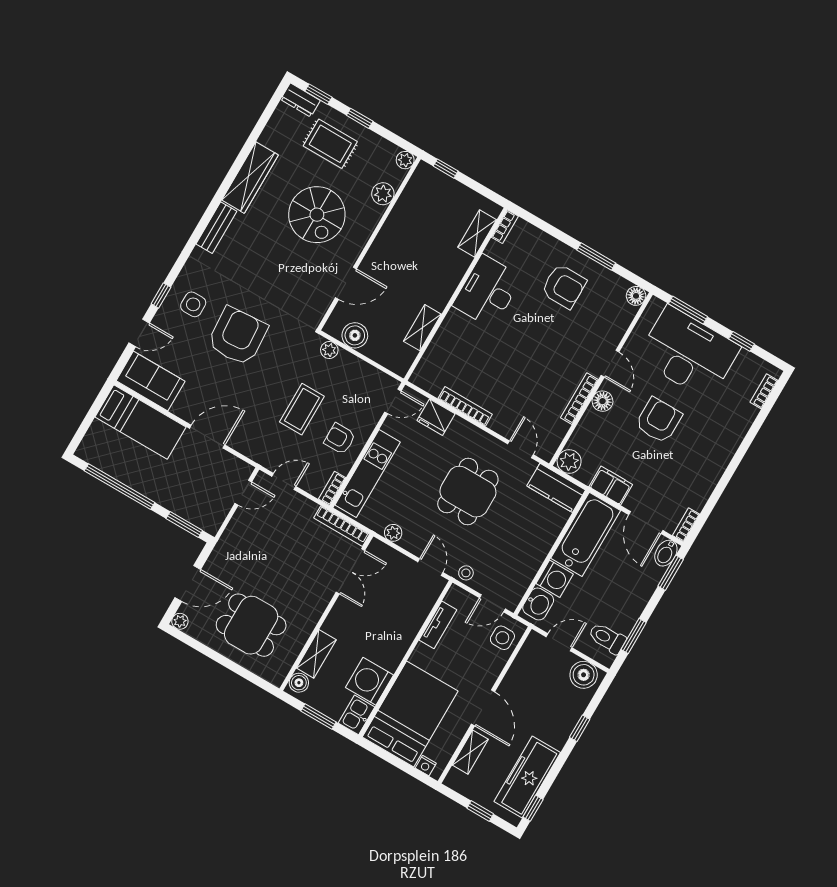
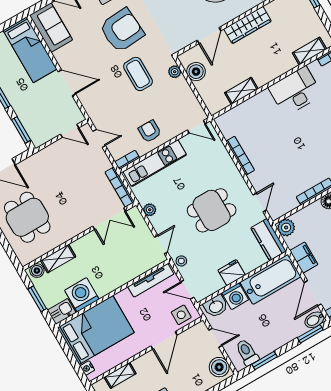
wardrobe: (385, 244) -> (248, 25), added
door: (346, 283) -> (209, 36), hinge flipped
coffee table: (302, 409) -> (138, 74), moved, turned 90
fridge: (436, 417) -> (232, 273), moved, turned 90
tv unit: (438, 625) -> (151, 280), width x1.41
door: (483, 708) -> (164, 340), moved

